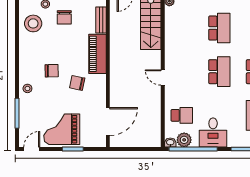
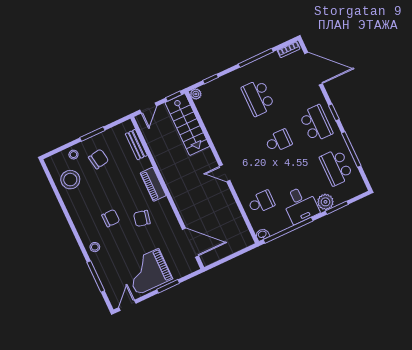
chair: (64, 17) -> (99, 159), turned -100
school desk: (219, 28) -> (258, 98), turned 180
piano: (97, 54) -> (153, 184), width x0.73, depth x0.75
school desk: (219, 72) -> (278, 141), width x0.54
door: (108, 122) -> (190, 243), hinge flipped
plant: (184, 140) -> (325, 202), moved

